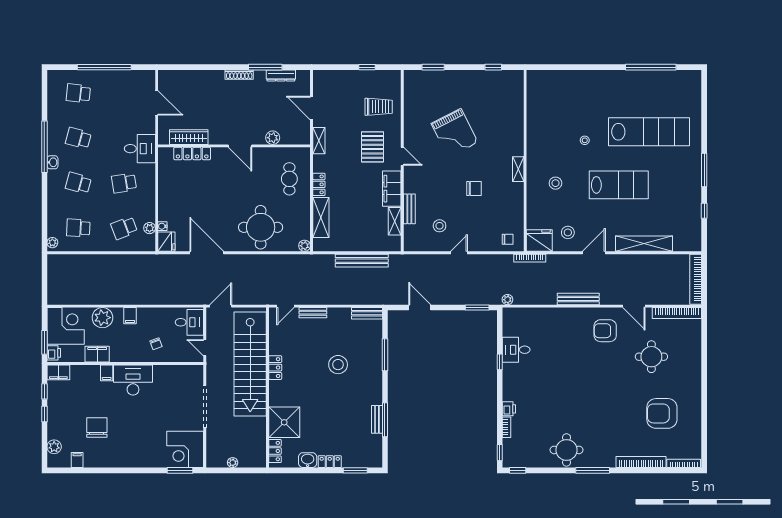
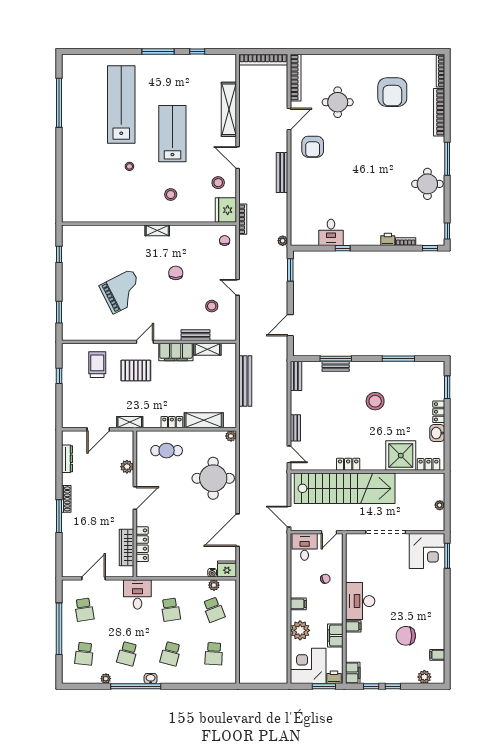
window: (265, 67) -> (59, 516), moved
school desk: (124, 93) -> (84, 610), added
plant: (52, 243) -> (106, 679), moved
stool: (338, 365) -> (375, 401), moved
bench: (377, 419) -> (336, 366), moved

